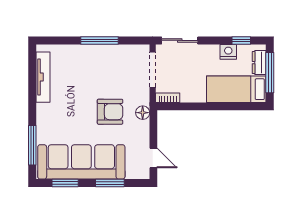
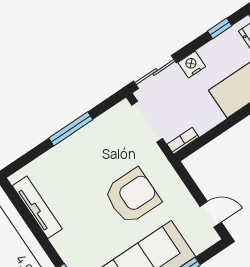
nightstand: (228, 52) -> (192, 65), moved
armchair: (110, 112) -> (132, 196), width x1.36, depth x1.36
floor lamp: (143, 113) -> (167, 174), removed

